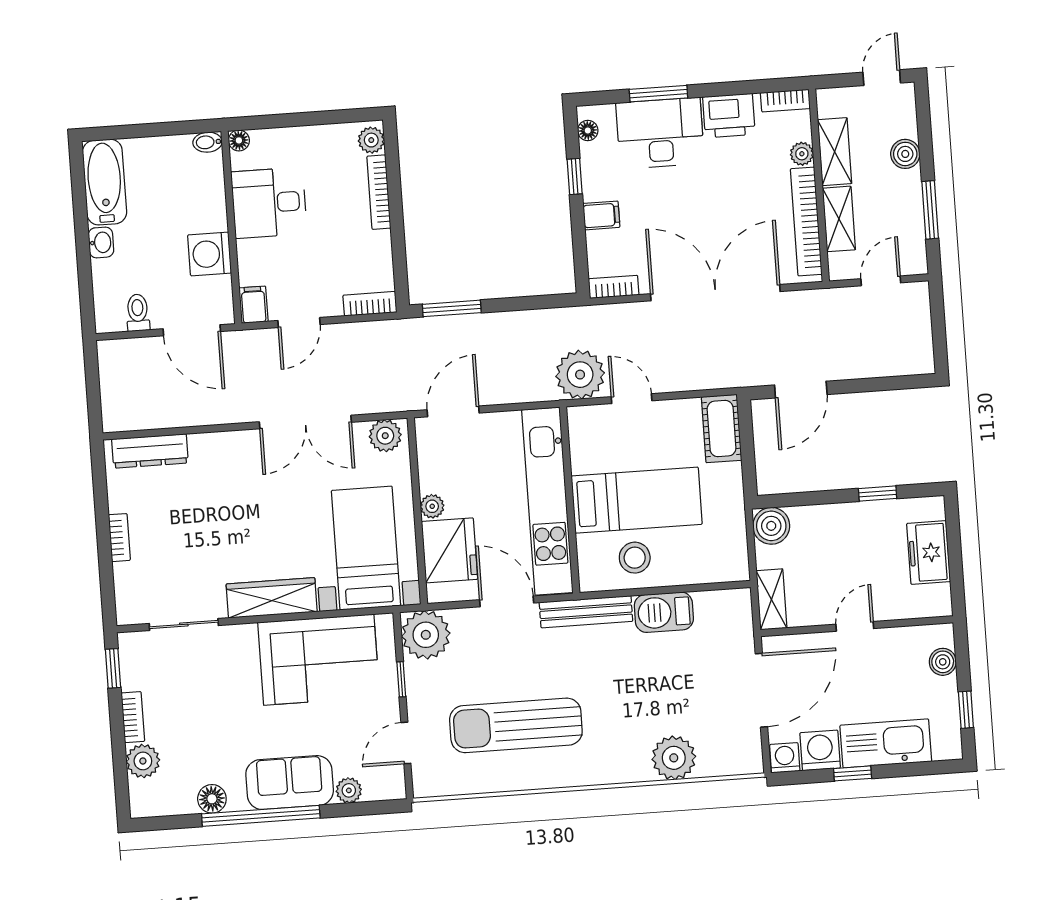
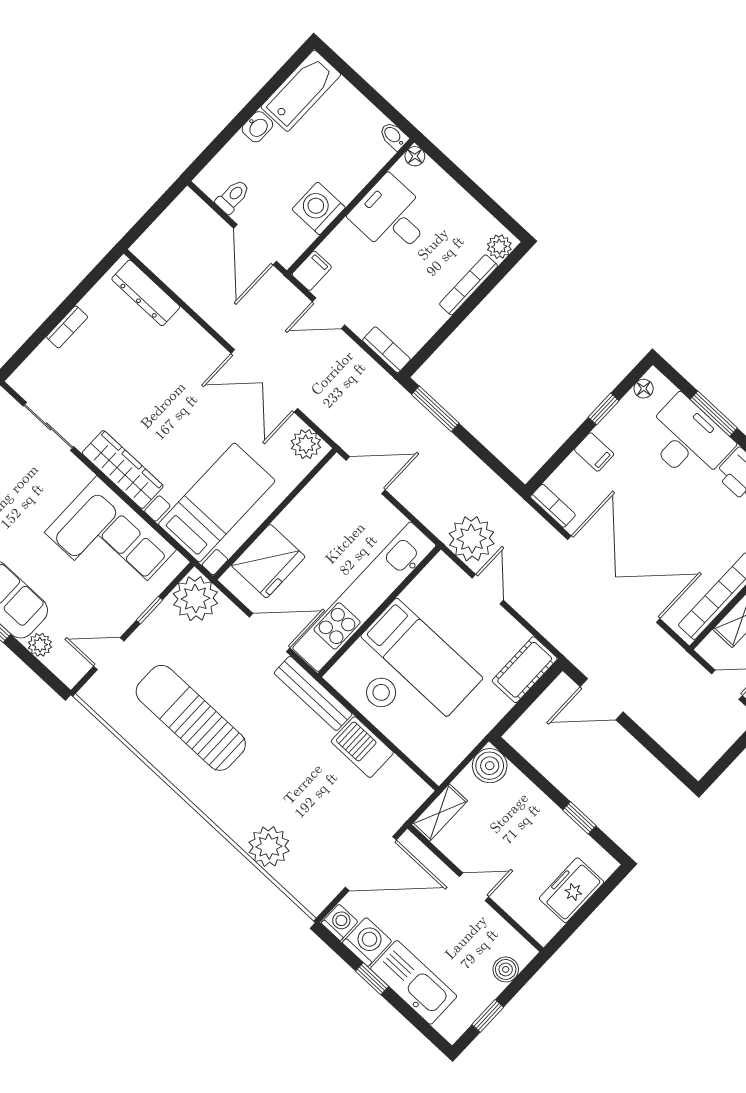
plant: (432, 506) -> (287, 521), removed
door: (507, 601) -> (270, 633), hinge flipped

